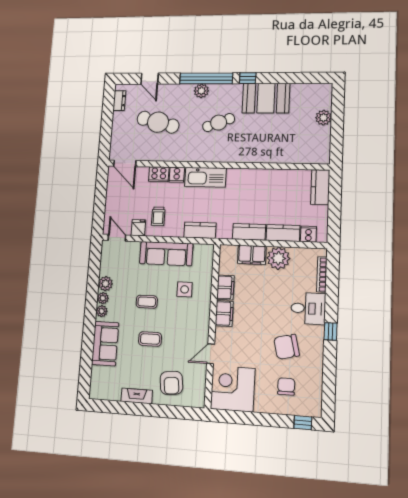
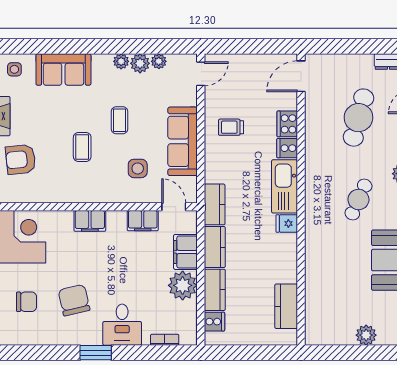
cafe table: (219, 123) -> (358, 199), turned 45
kitchen counter: (320, 187) -> (286, 306), moved, turned -90
fridge: (138, 228) -> (287, 223), moved, turned 180
kitchen counter: (200, 230) -> (215, 204), moved
bookcase: (322, 274) -> (165, 340), width x0.64
plant: (102, 311) -> (159, 61), moved
filing cabinet: (224, 314) -> (90, 221), moved
window: (331, 331) -> (96, 353), width x1.50
coffee table: (150, 339) -> (82, 147), moved
door: (211, 354) -> (174, 207), moved
side table: (102, 383) -> (14, 69), added

